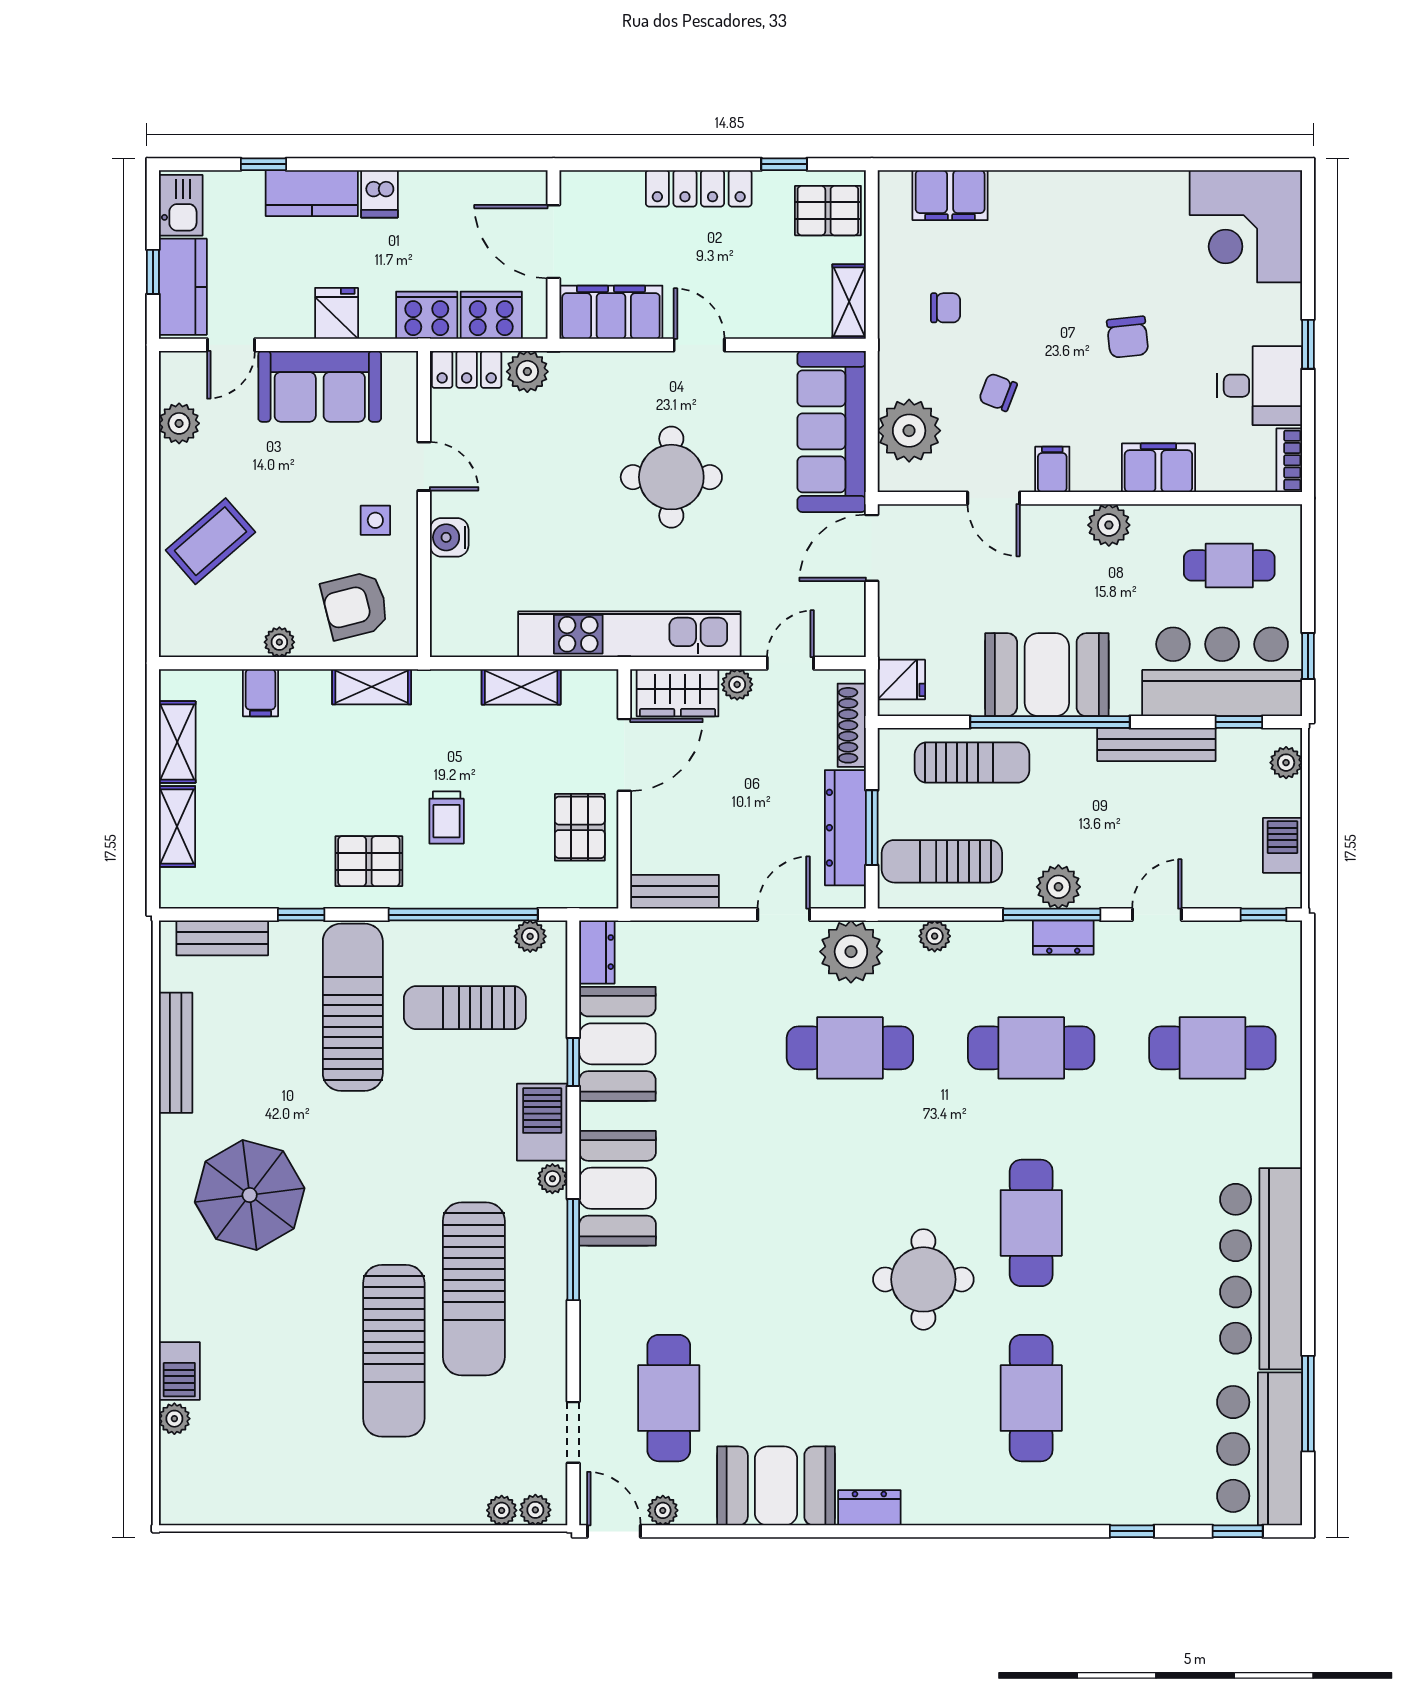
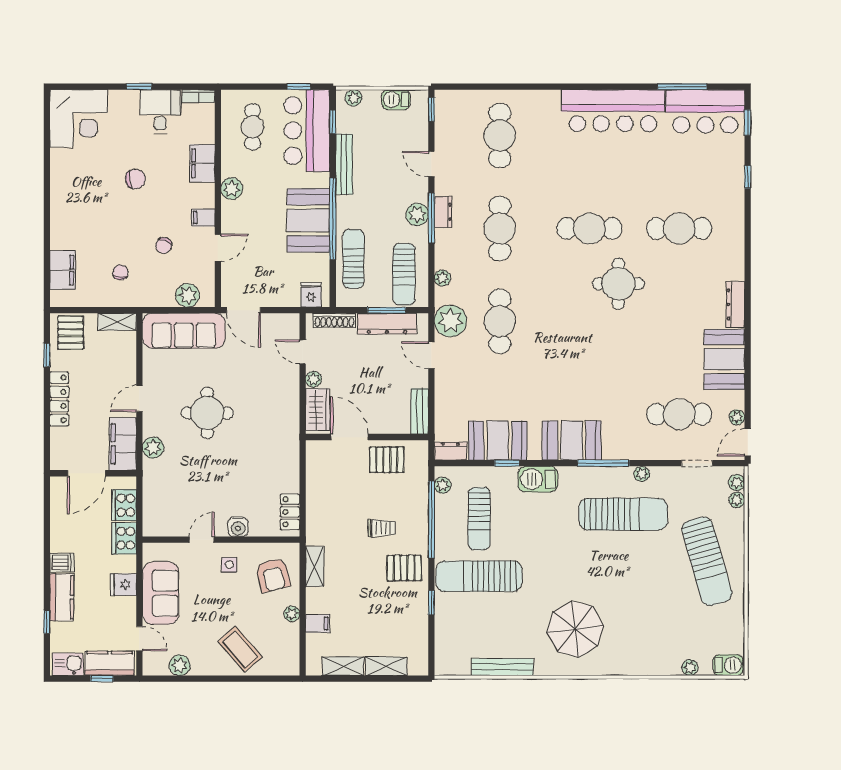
locker: (467, 369) -> (290, 512), moved, turned 180
plant: (527, 372) -> (153, 448), moved
plant: (909, 431) -> (188, 295), width x0.73, depth x0.73
kitchen unit: (629, 634) -> (288, 434), removed
shelving: (521, 687) -> (315, 490), removed
pallet: (369, 861) -> (404, 568), turned 90
bench: (222, 938) -> (443, 643), removed
plant: (552, 1179) -> (642, 474), moved
sun lounger: (394, 1351) -> (707, 561), moved, turned 74
barbecue: (179, 1371) -> (728, 665), moved
dresser: (869, 1508) -> (736, 304), width x1.44

